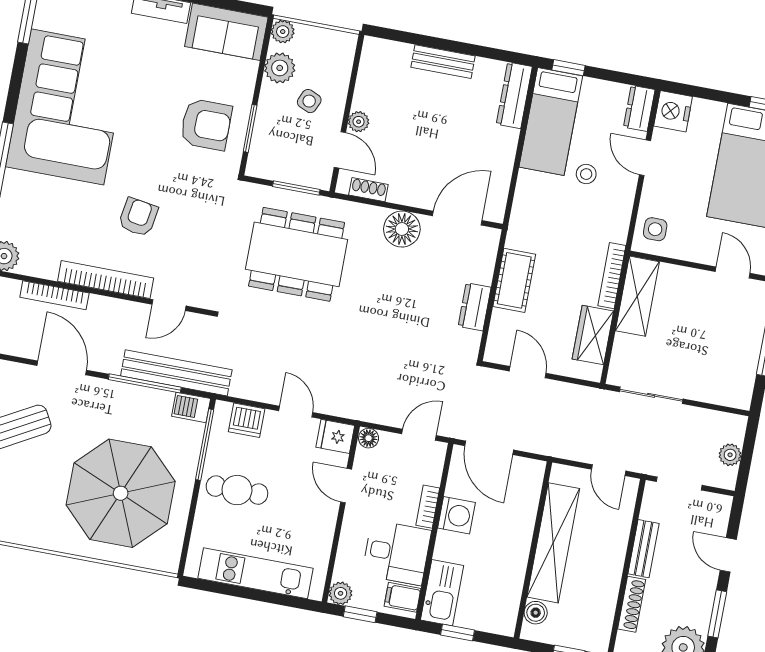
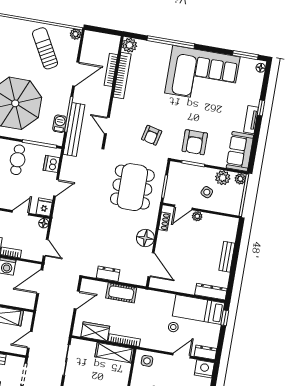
armchair: (138, 217) -> (152, 135), moved, turned 94
bookcase: (106, 280) -> (122, 75), moved
barbecue: (191, 407) -> (60, 124), moved

